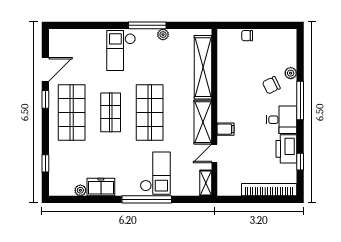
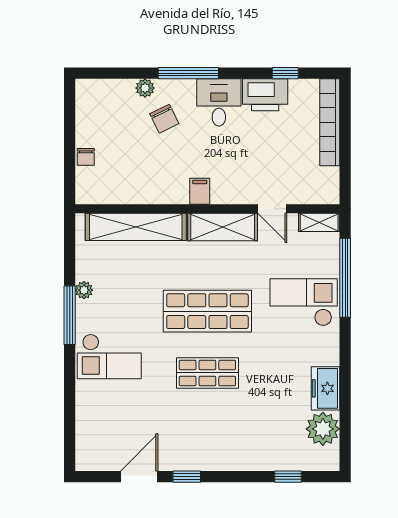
door: (45, 69) -> (139, 477), hinge flipped
shop shelf: (72, 112) -> (207, 435), removed
filing cabinet: (226, 129) -> (200, 191), moved
plant: (80, 190) -> (323, 429), width x1.88, depth x1.88
window: (147, 199) -> (345, 278), moved

